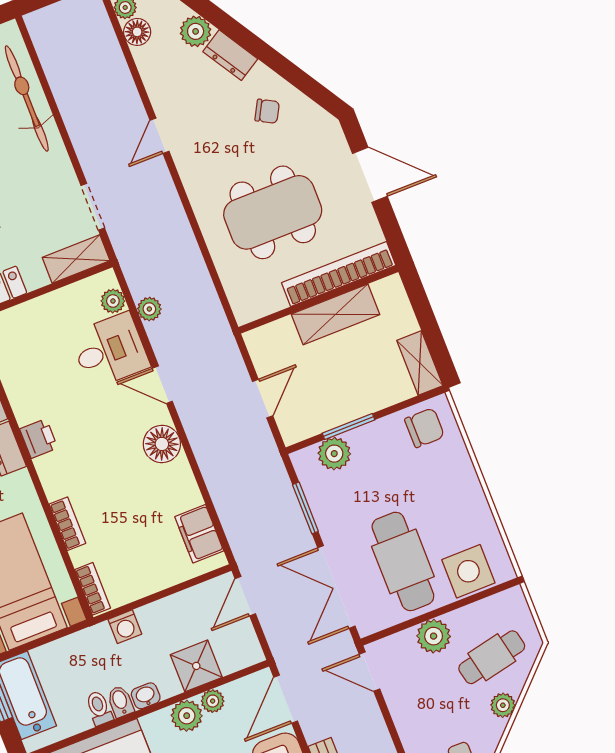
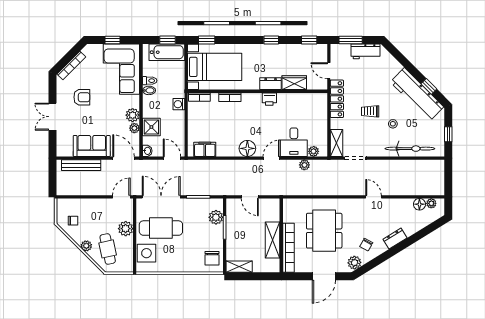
plant: (196, 31) -> (354, 263), moved
washbasin: (146, 696) -> (147, 151), moved

